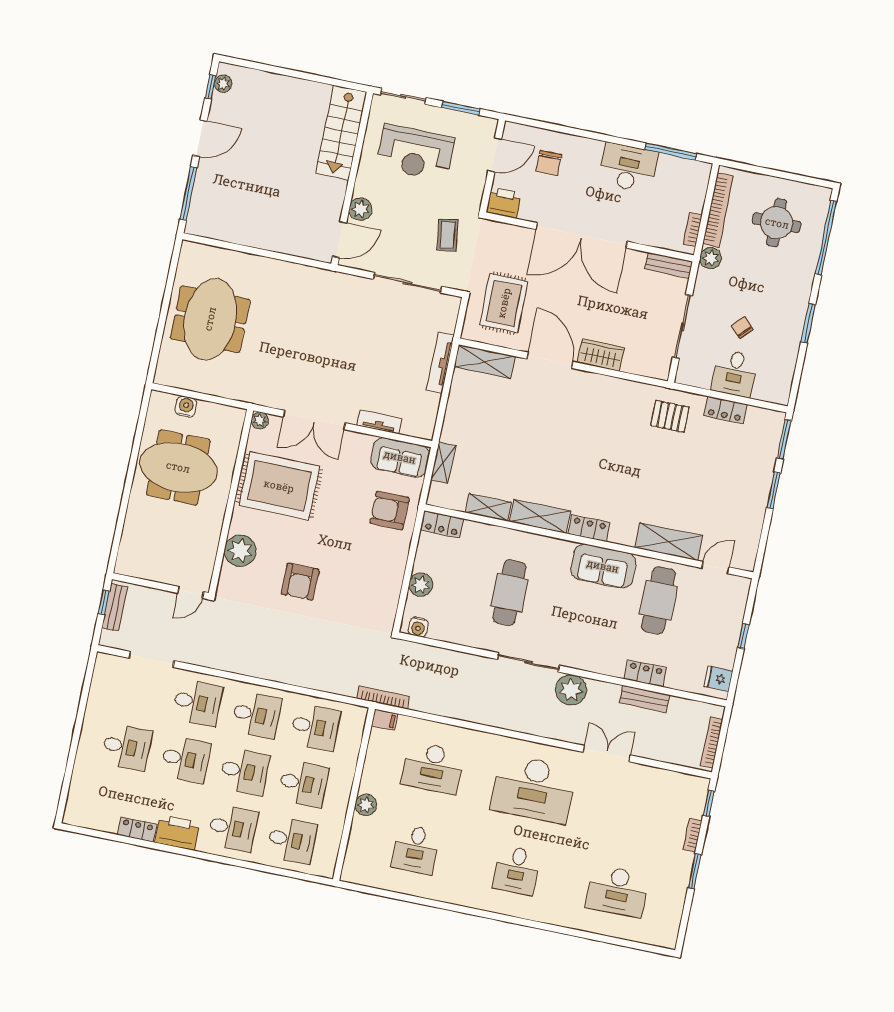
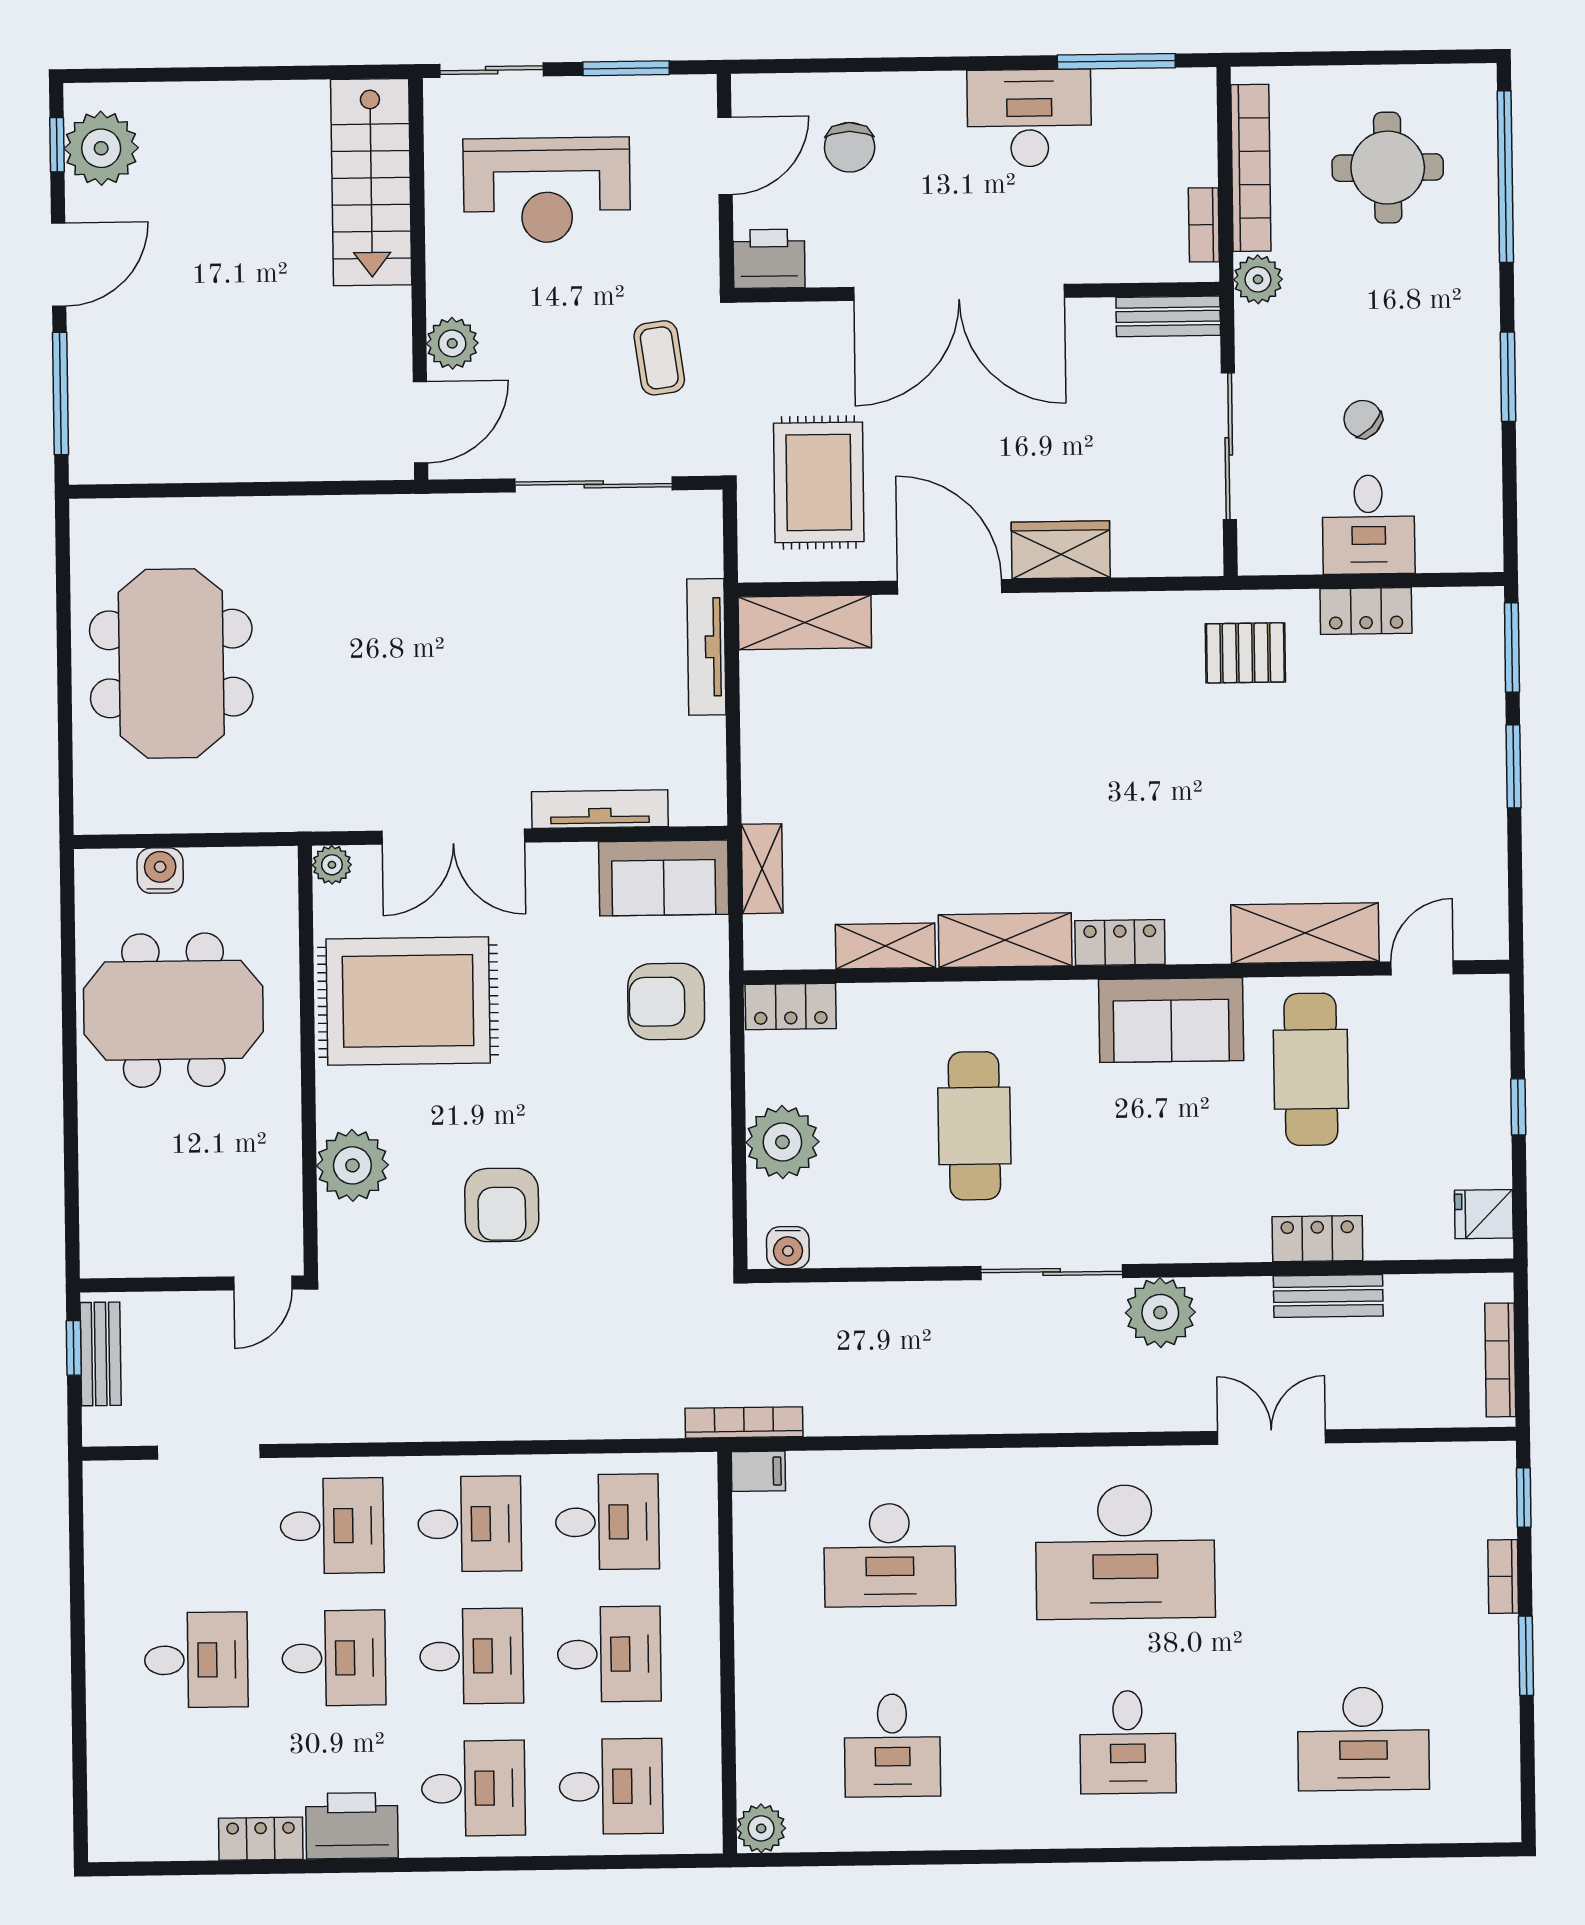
plant: (223, 84) -> (101, 148), width x1.88, depth x1.88
tv unit: (379, 422) -> (600, 809), width x1.41
plant: (421, 585) -> (782, 1142), width x1.36, depth x1.36
plant: (366, 805) -> (761, 1828), moved

